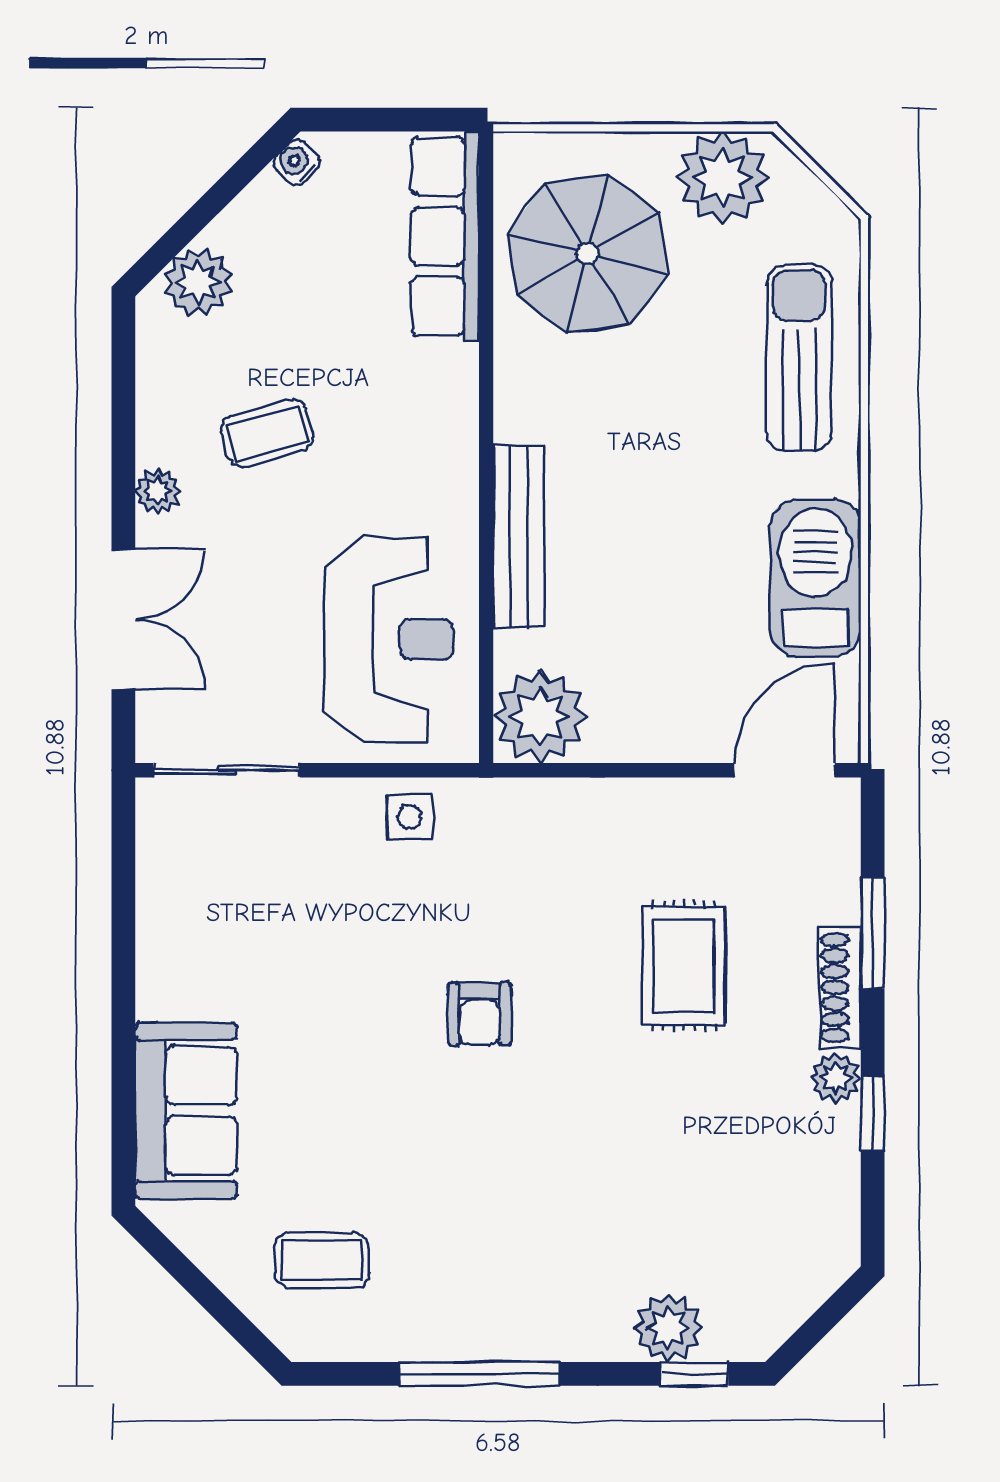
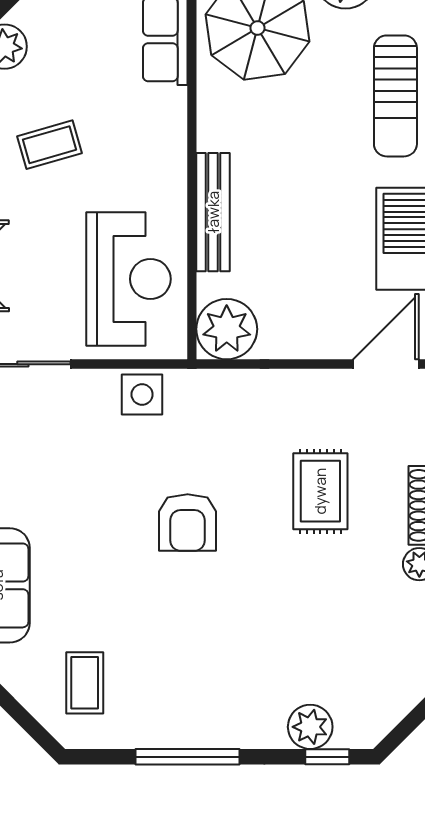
sun lounger: (799, 358) -> (395, 96), turned 180
side table: (410, 817) -> (142, 394), width x1.37, depth x1.37
armchair: (480, 1014) -> (188, 523), width x1.38, depth x1.38
coffee table: (321, 1260) -> (85, 683), turned 90

